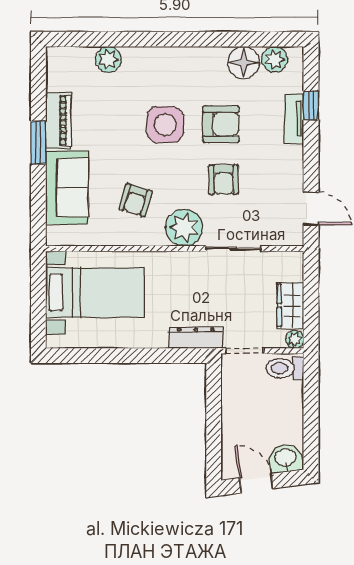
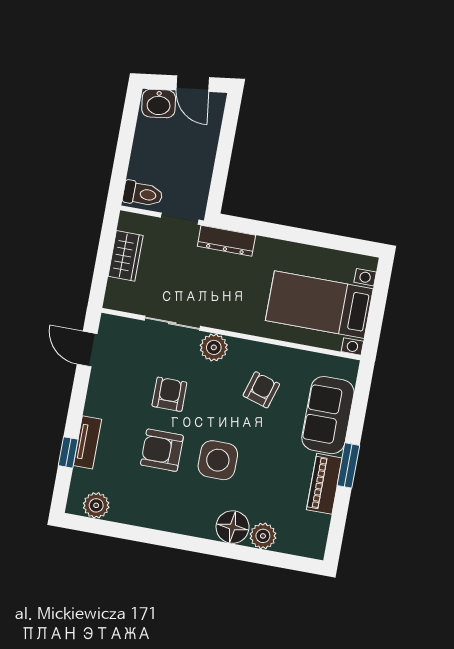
floor lamp: (244, 63) -> (233, 527), moved
plant: (184, 228) -> (214, 347), width x0.73, depth x0.73
plant: (295, 339) -> (128, 221), removed

